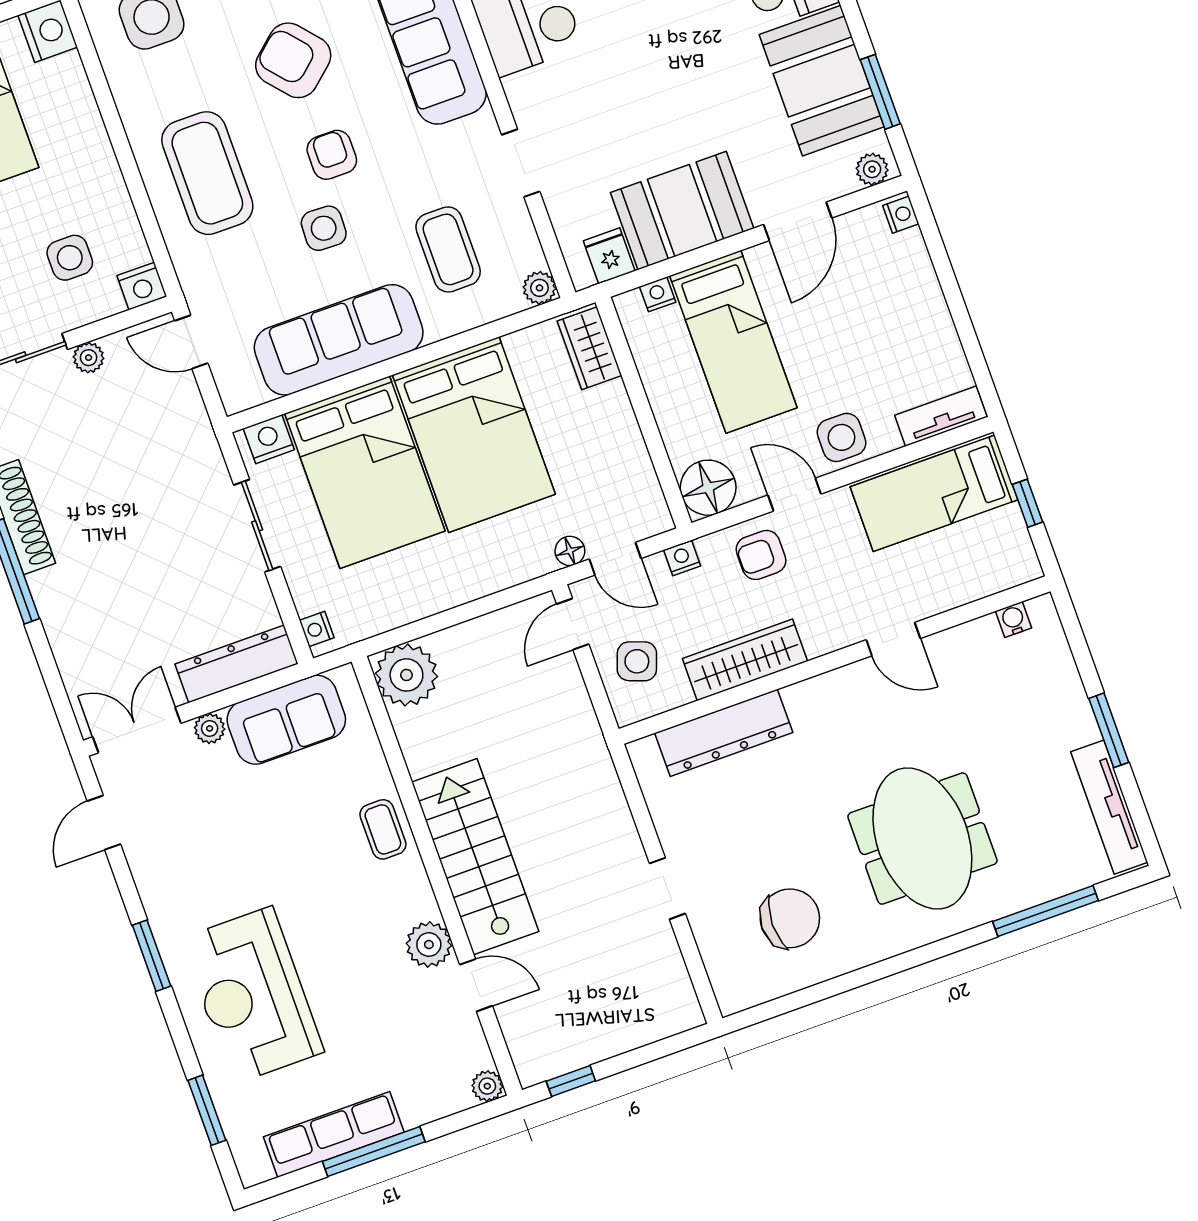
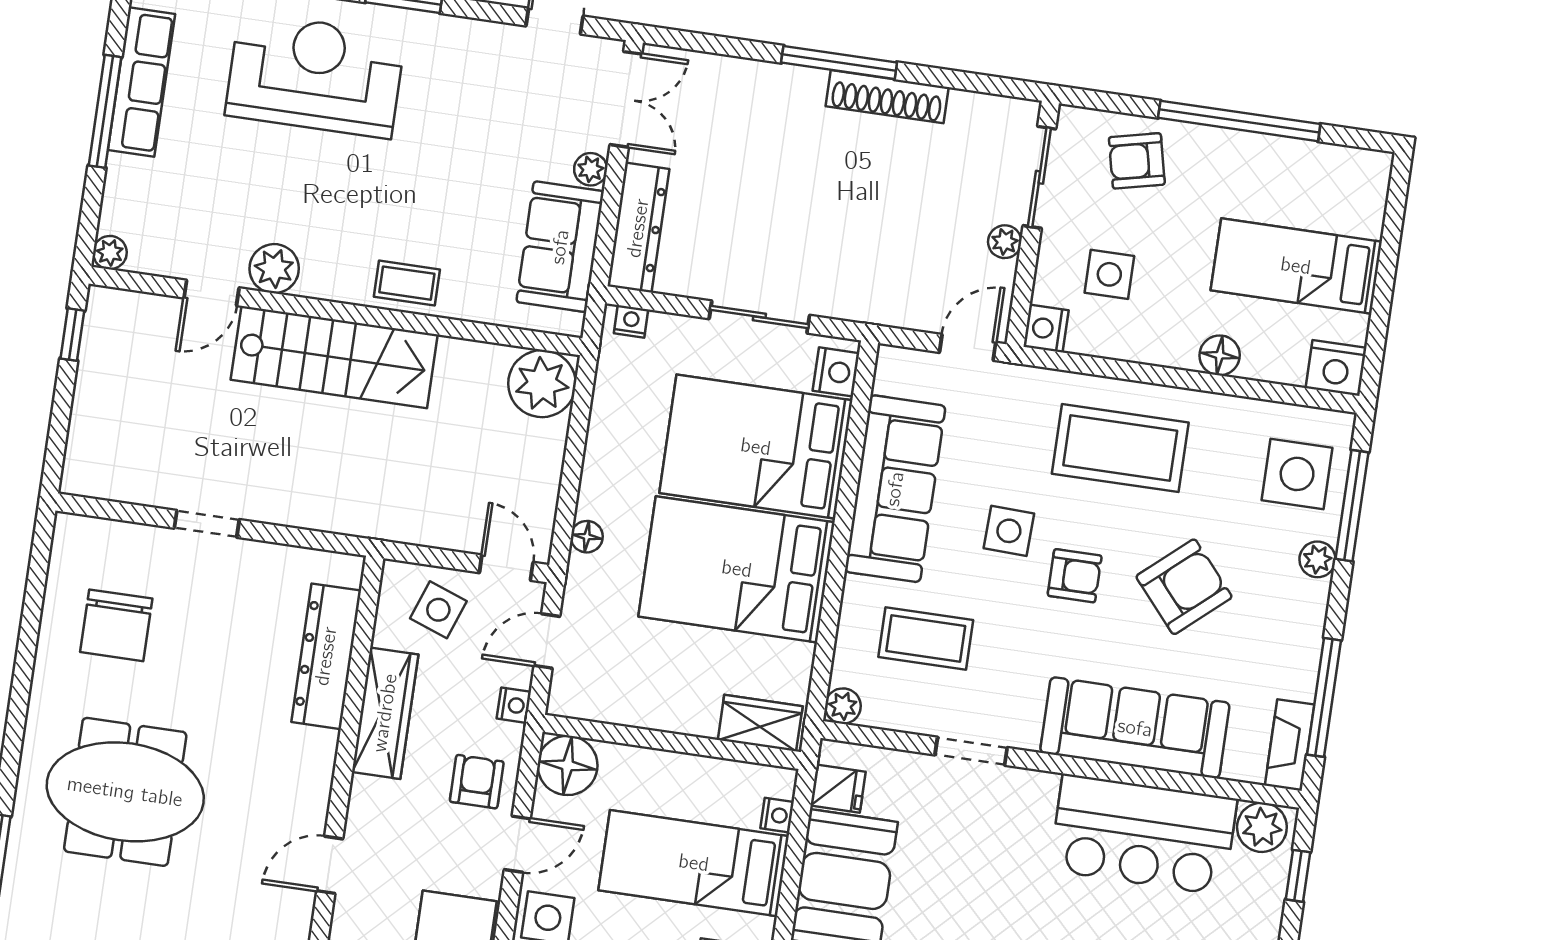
floor lamp: (88, 132) -> (1220, 355), added
floor lamp: (570, 551) -> (587, 537), moved

